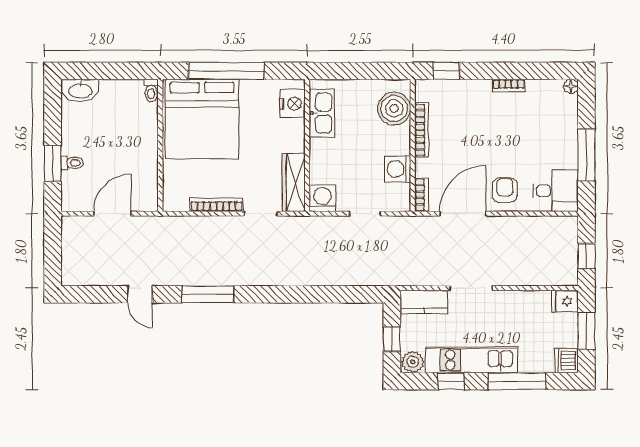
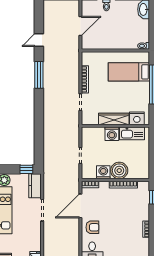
boiler: (394, 108) -> (119, 171), moved
bed: (202, 119) -> (129, 72), width x0.49
wardrobe: (294, 182) -> (114, 119), moved
washing machine: (323, 198) -> (112, 134), moved, turned 90
door: (113, 214) -> (80, 26), hinge flipped
door: (463, 214) -> (80, 206), swing flipped
window: (392, 339) -> (26, 169), moved

